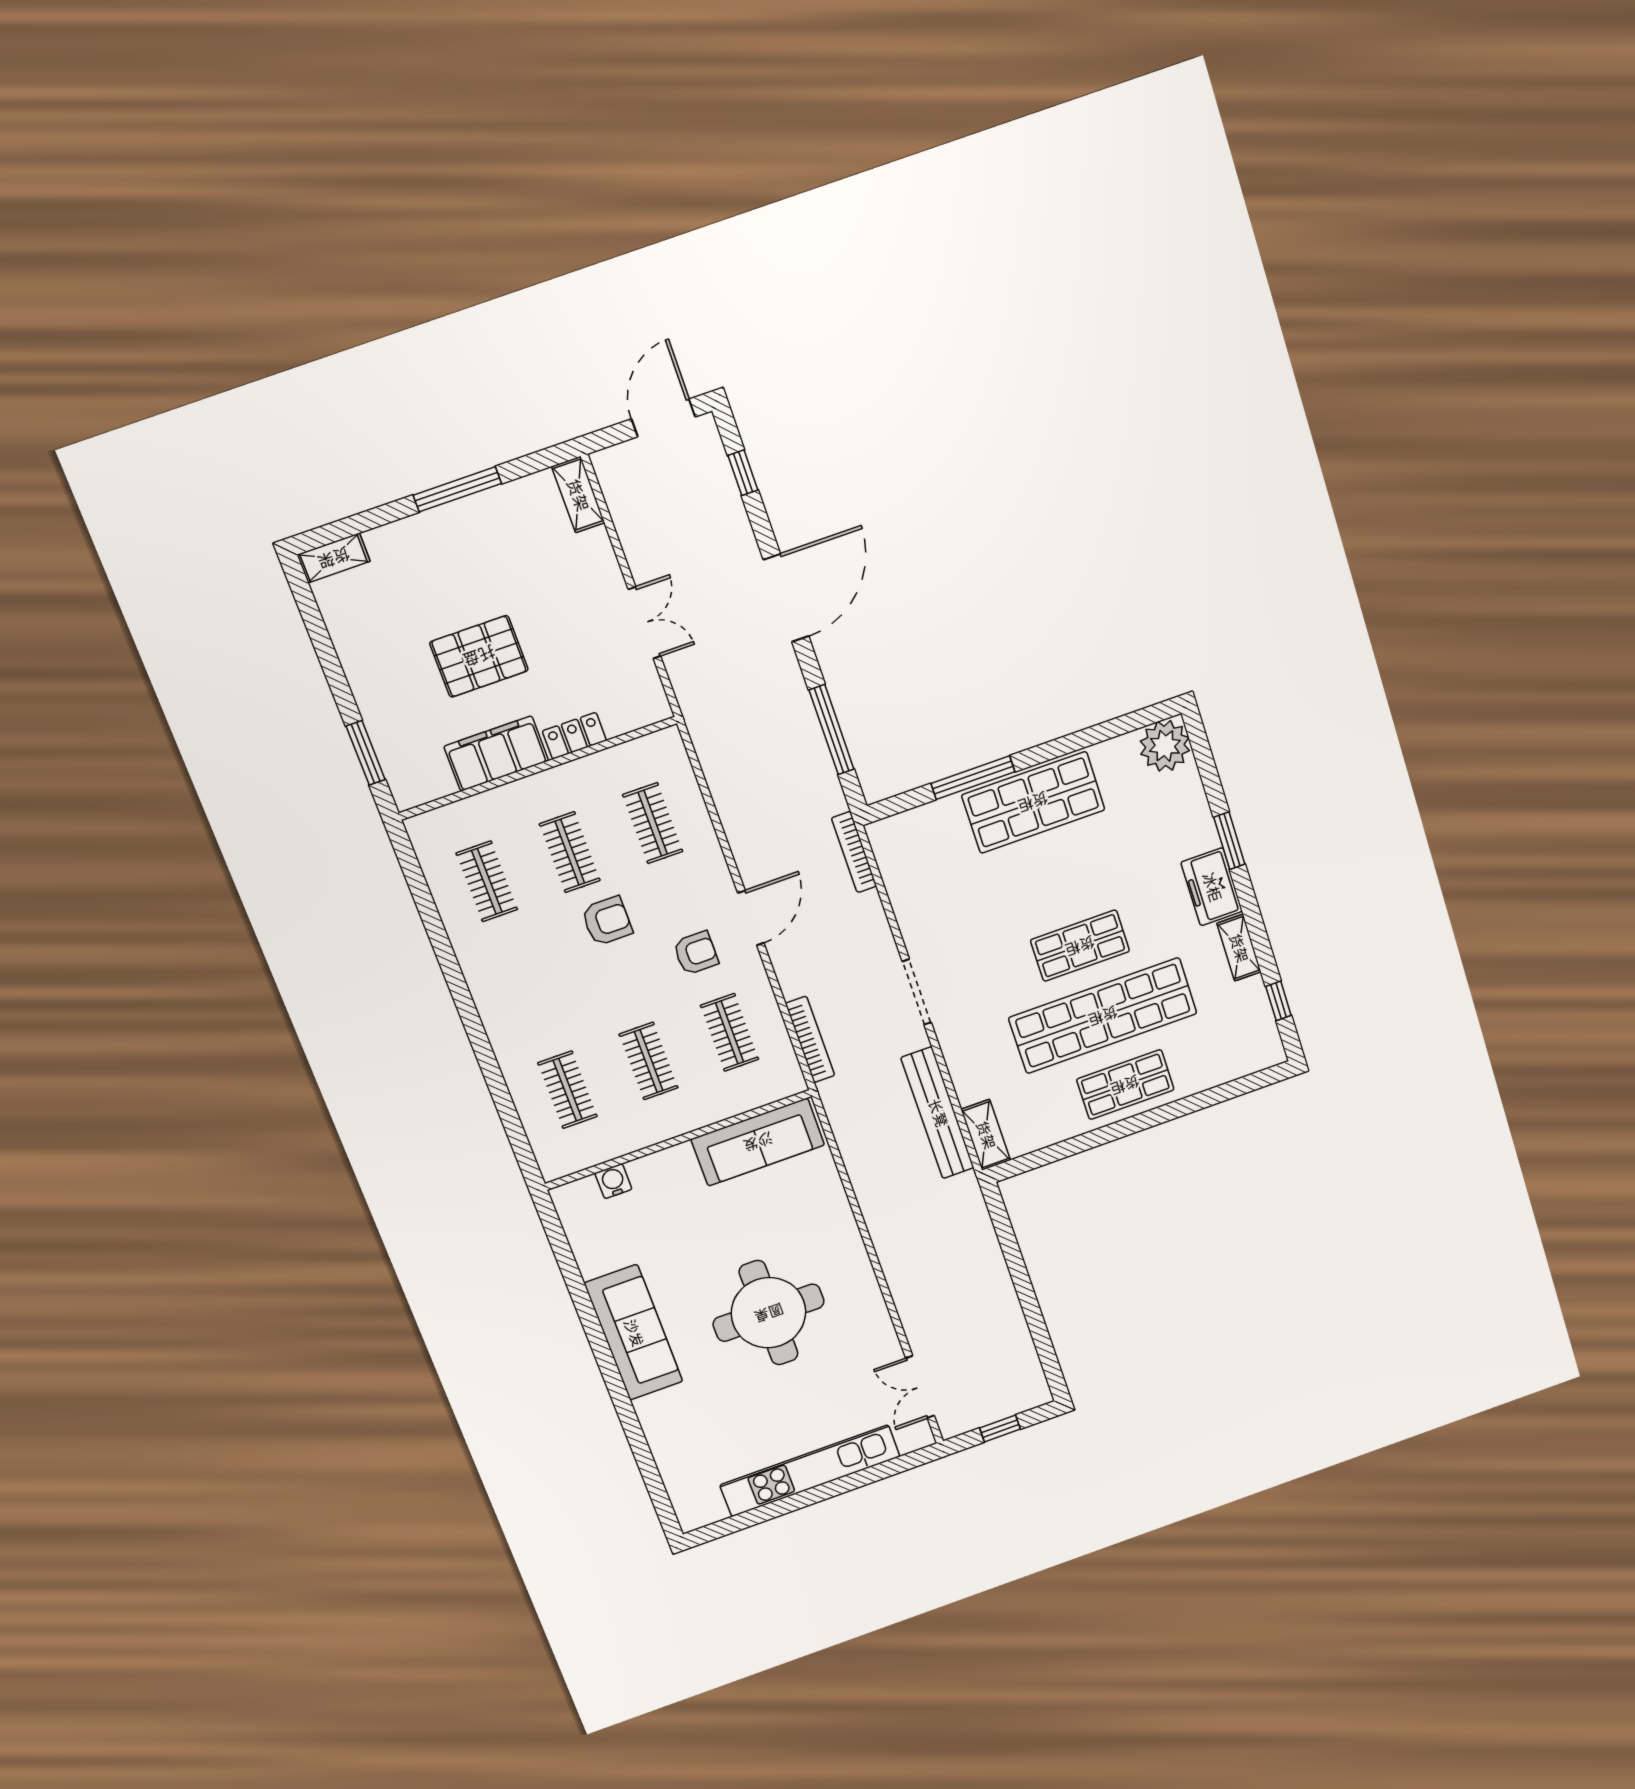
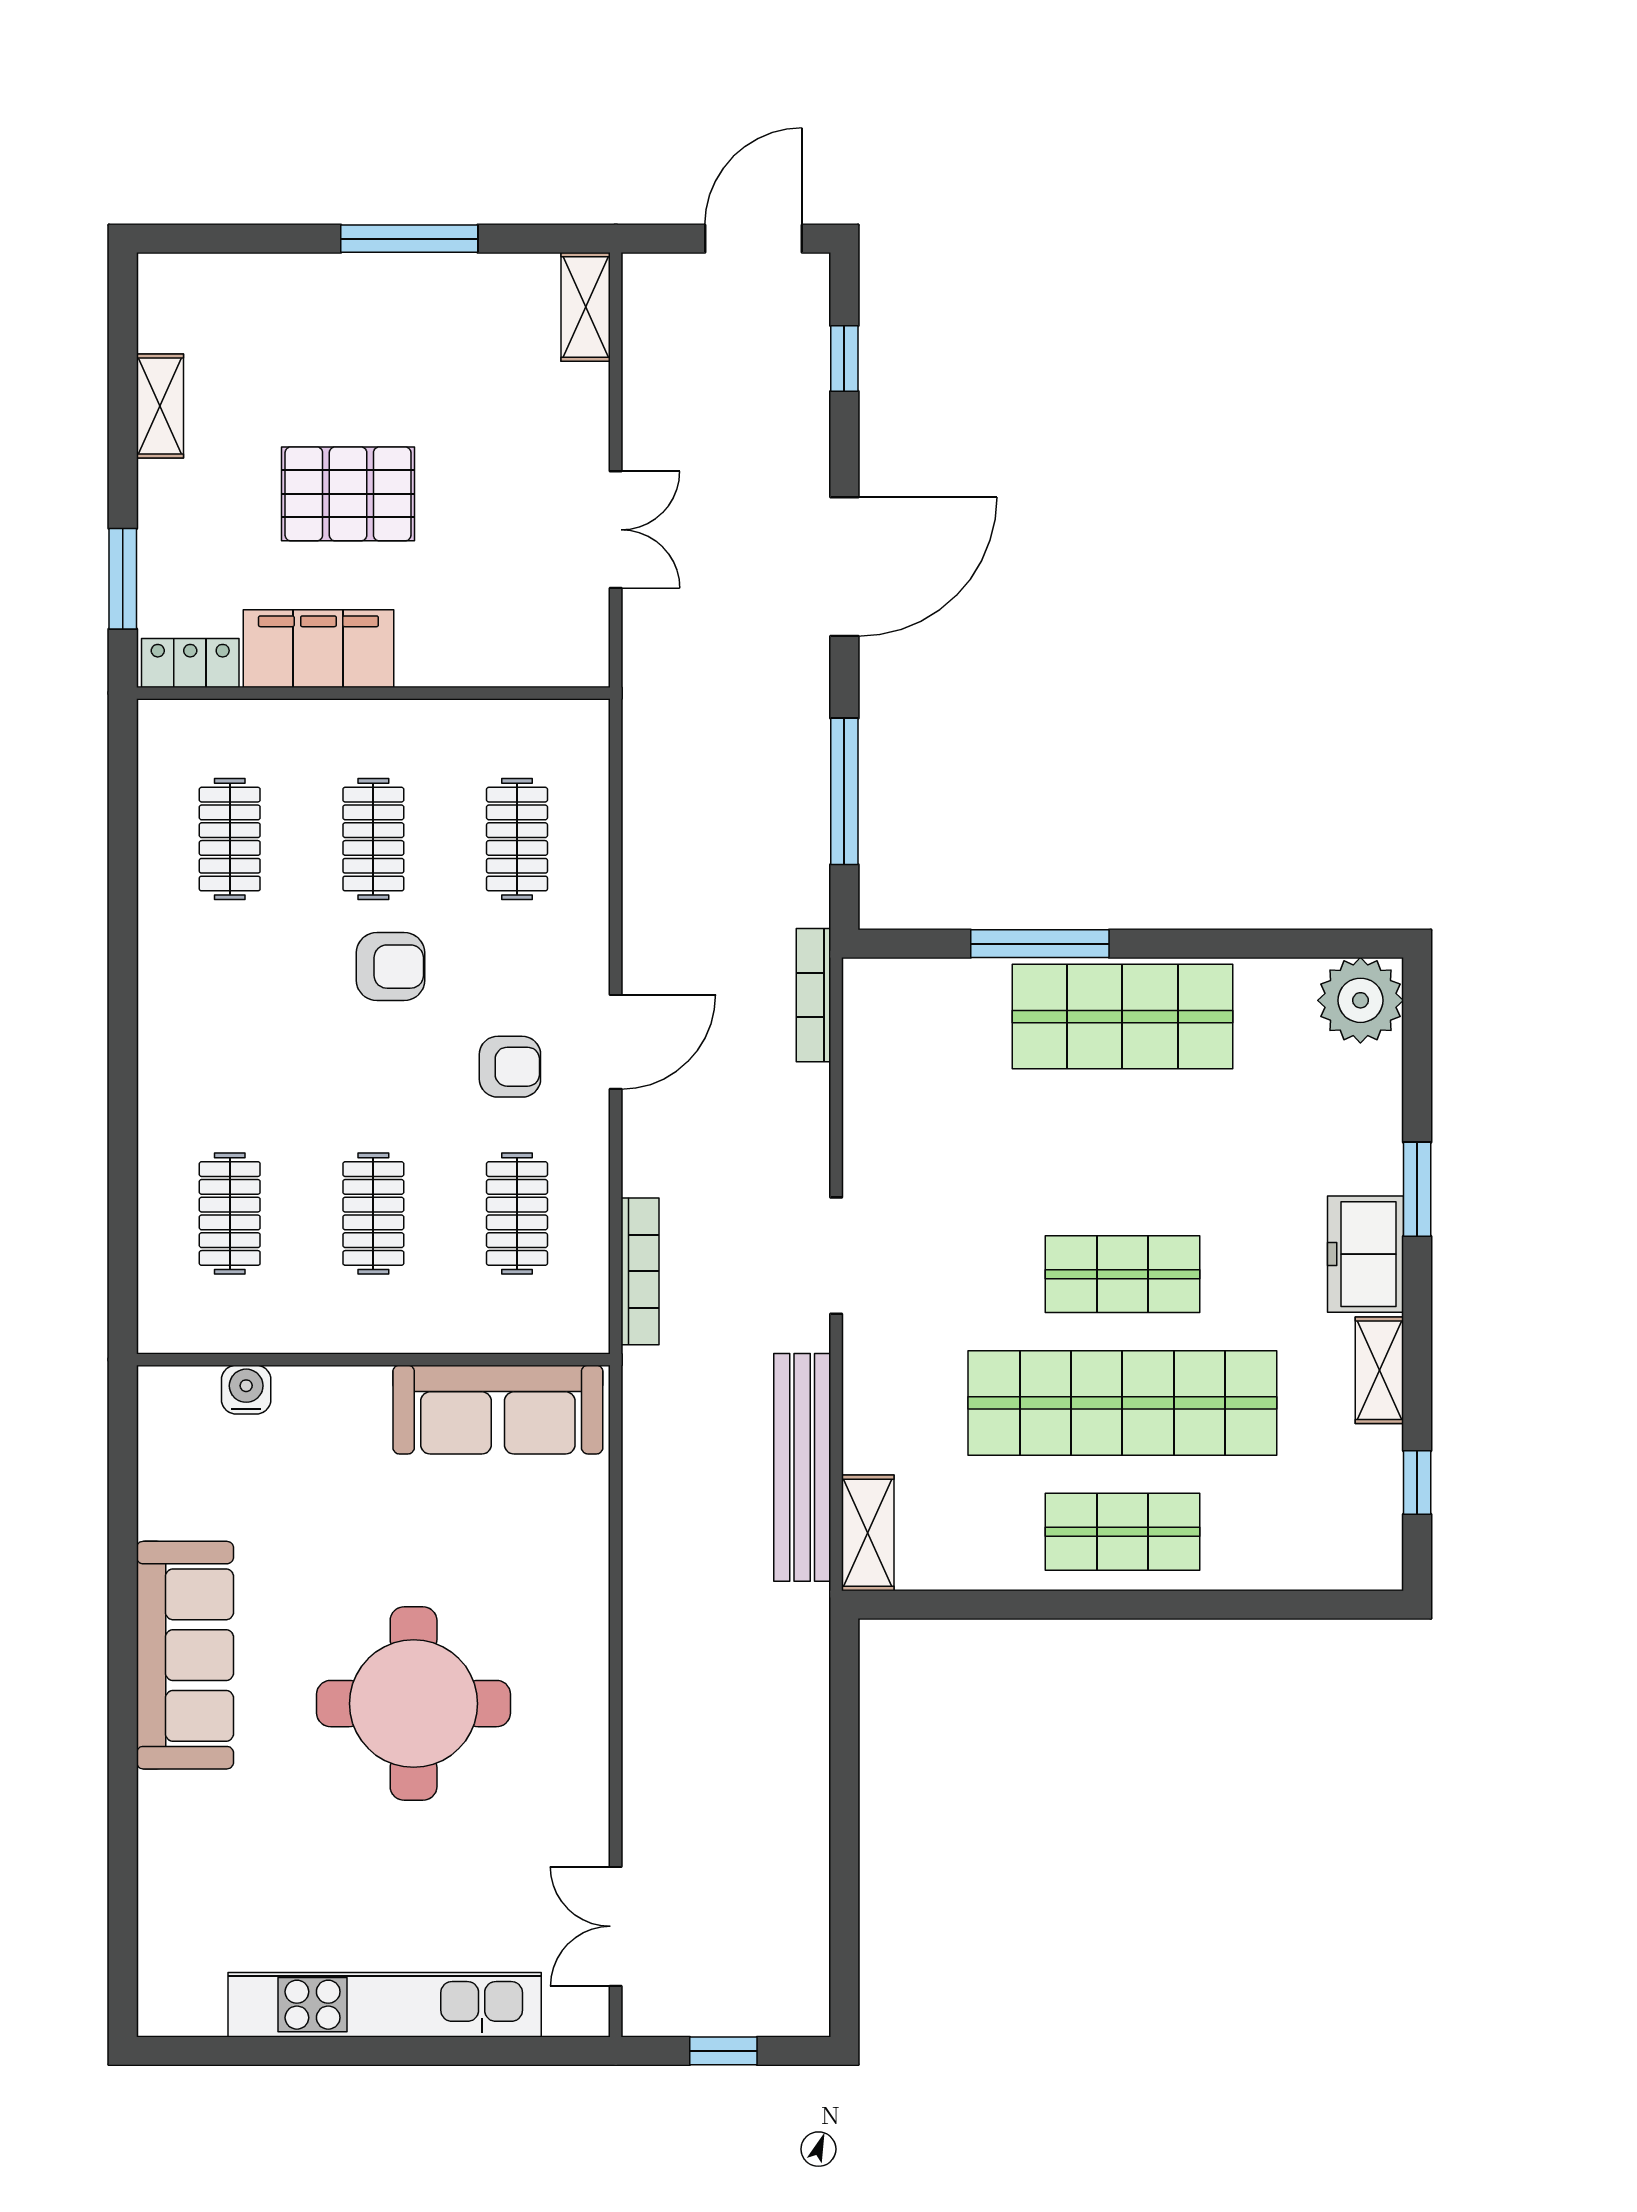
shelving: (334, 558) -> (160, 406), moved, turned 90
locker: (574, 736) -> (190, 663), moved

